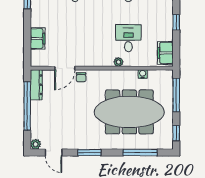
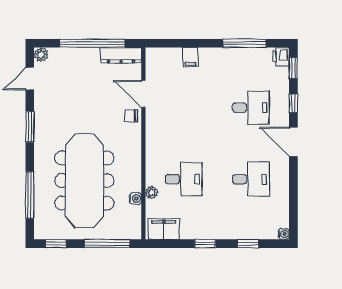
filing cabinet: (38, 39) -> (190, 57), width x0.50
plant: (118, 62) -> (152, 193), moved

